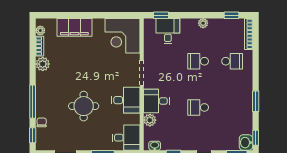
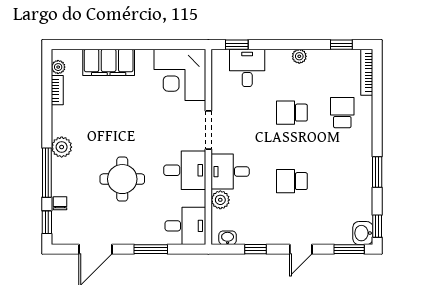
school desk: (232, 61) -> (342, 113), turned -90
plant: (43, 64) -> (62, 147), moved

